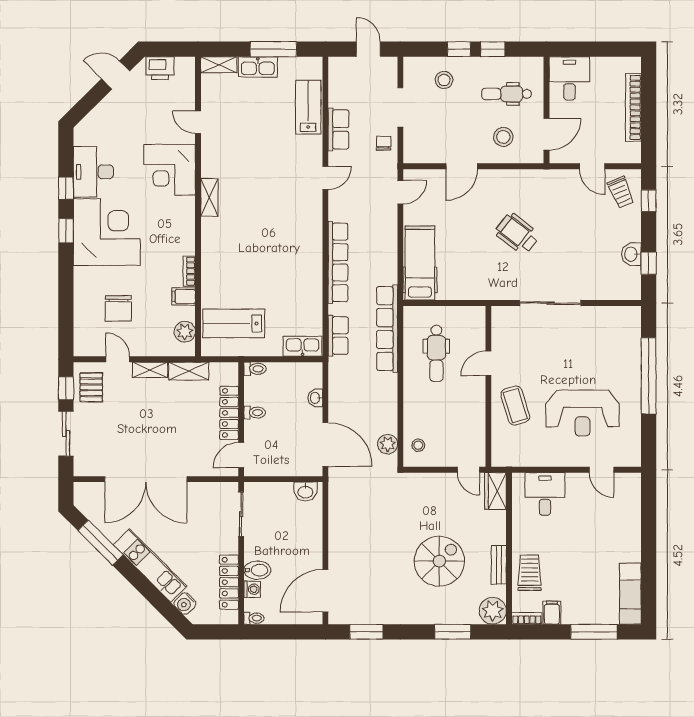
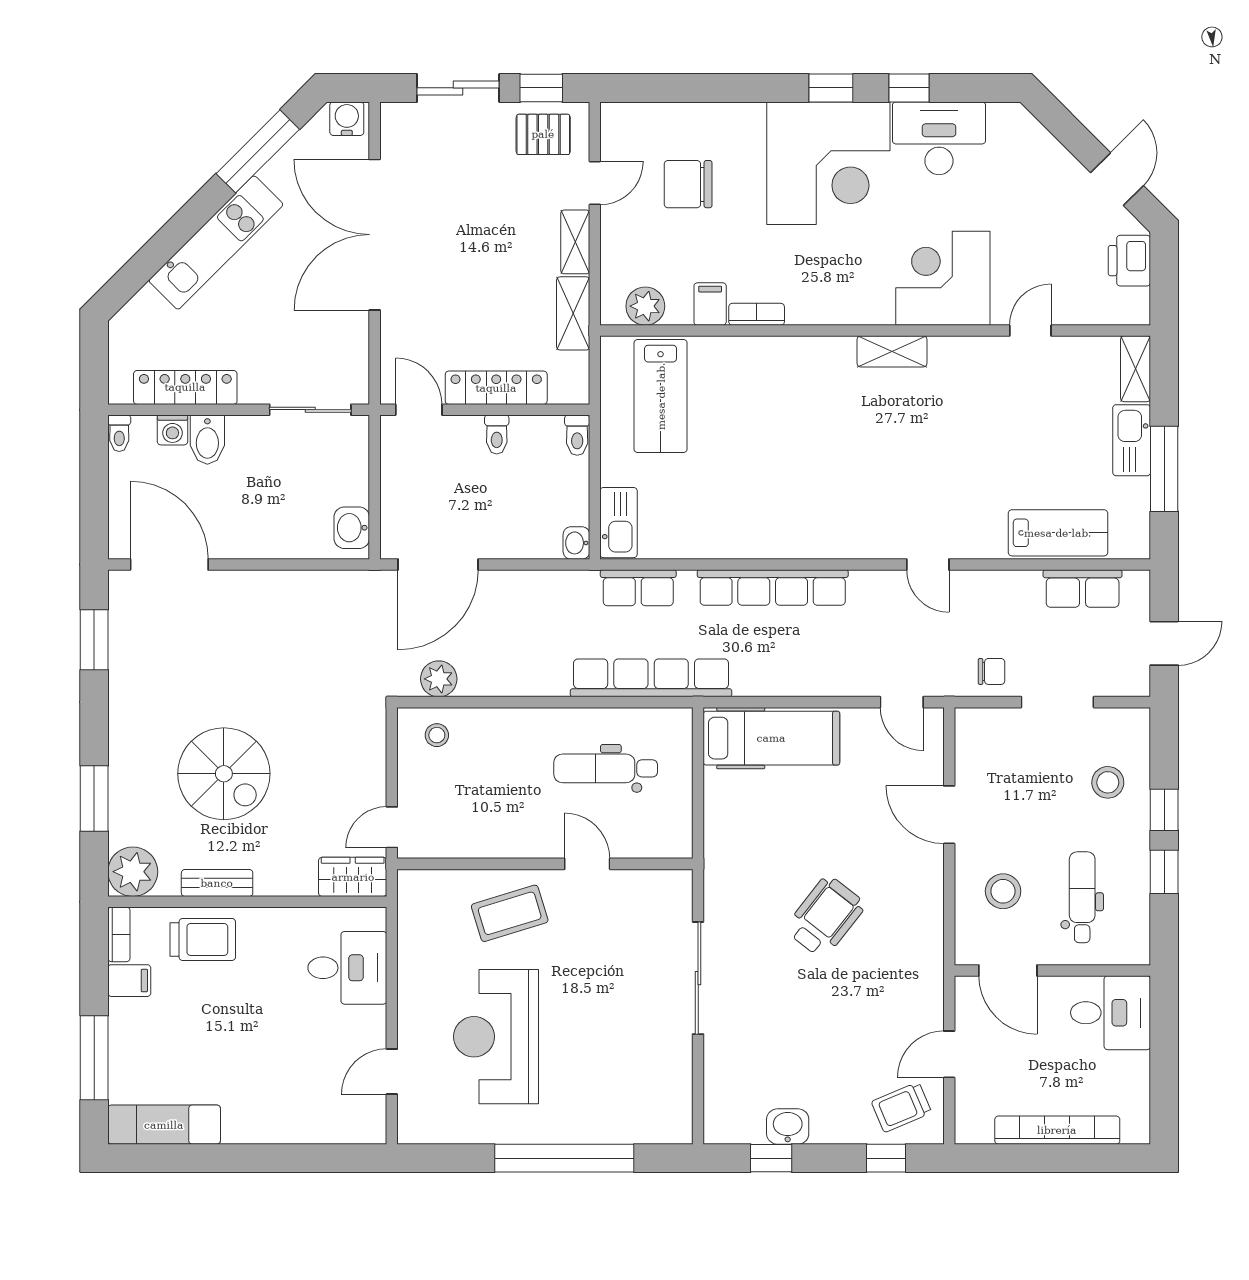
row of seats: (338, 129) -> (1083, 589), moved
lab bench: (234, 323) -> (661, 396), turned 180
washbasin: (315, 398) -> (576, 543), moved, turned -90
water cooler: (185, 604) -> (347, 119), moved, turned 45

